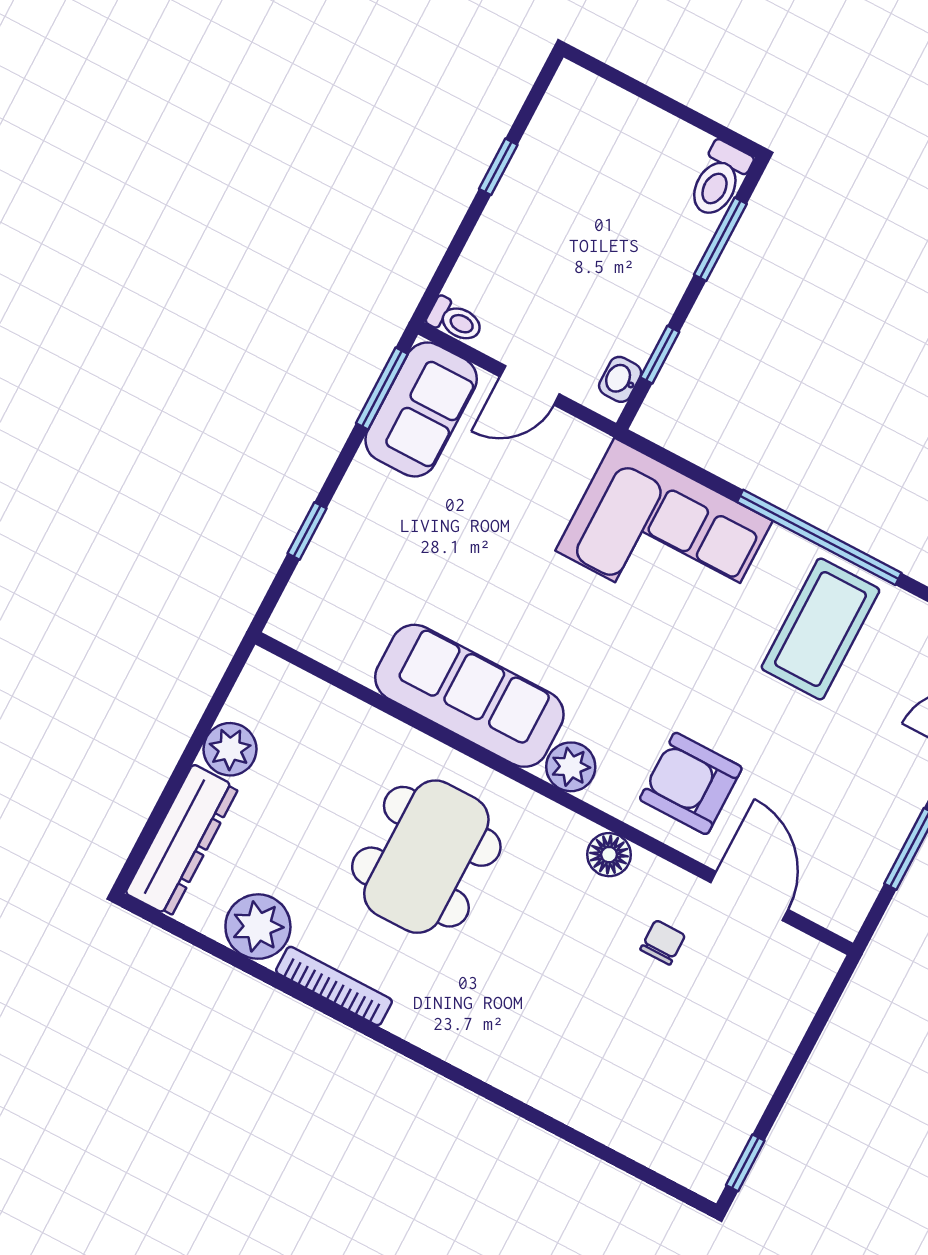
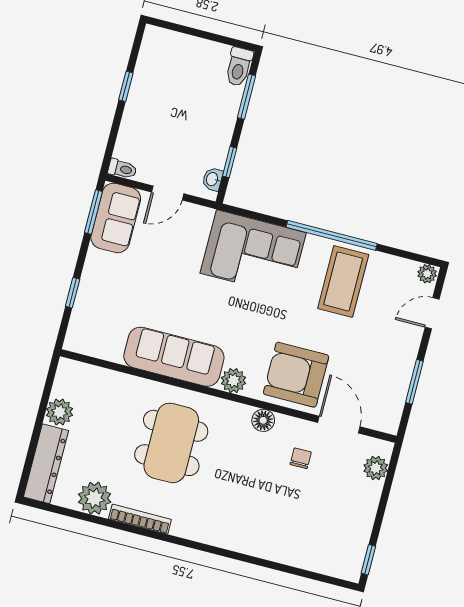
armchair: (691, 783) -> (296, 375), width x1.36, depth x1.36
plant: (799, 994) -> (376, 468), added

